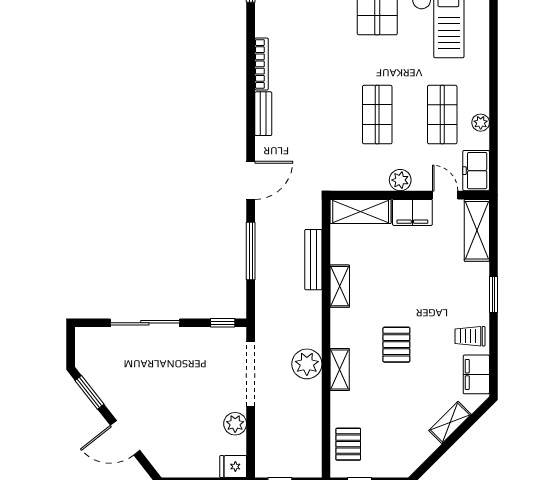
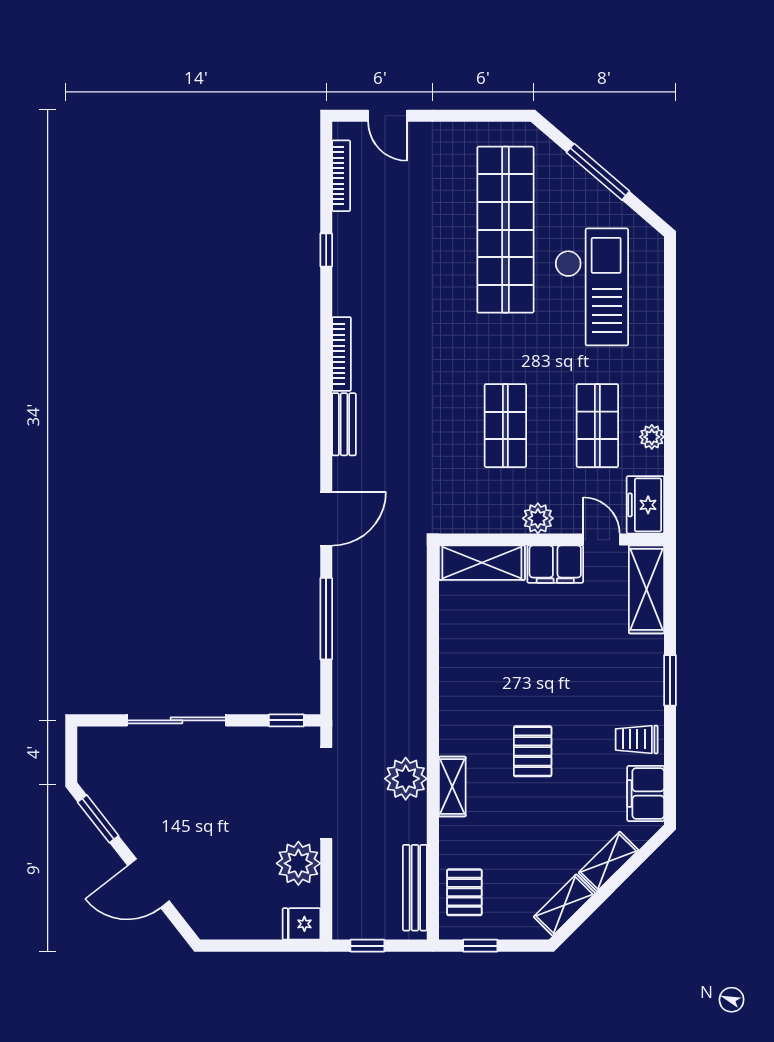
bench: (313, 260) -> (415, 888), moved
shelving: (340, 286) -> (564, 905), moved, turned 45
plant: (235, 424) -> (298, 863), width x1.36, depth x1.36

